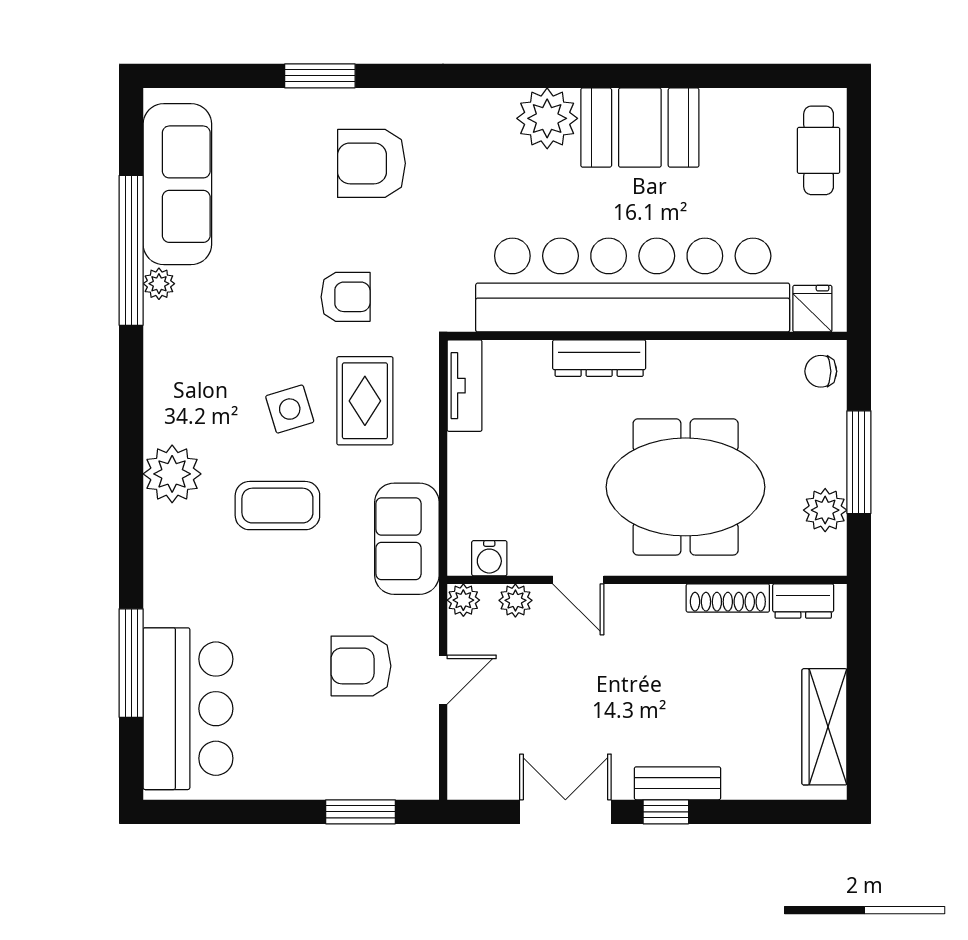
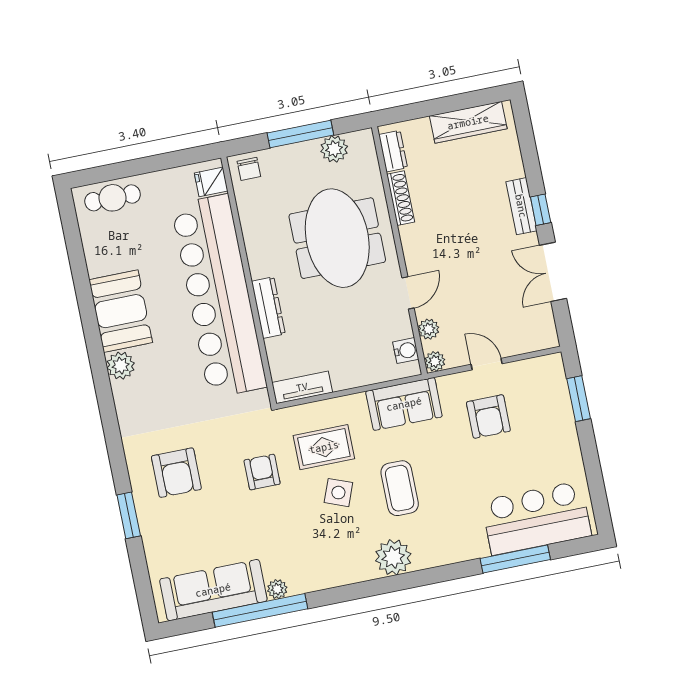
plant: (547, 118) -> (121, 366), width x0.73, depth x0.73
side table: (290, 409) -> (338, 493), turned 38

